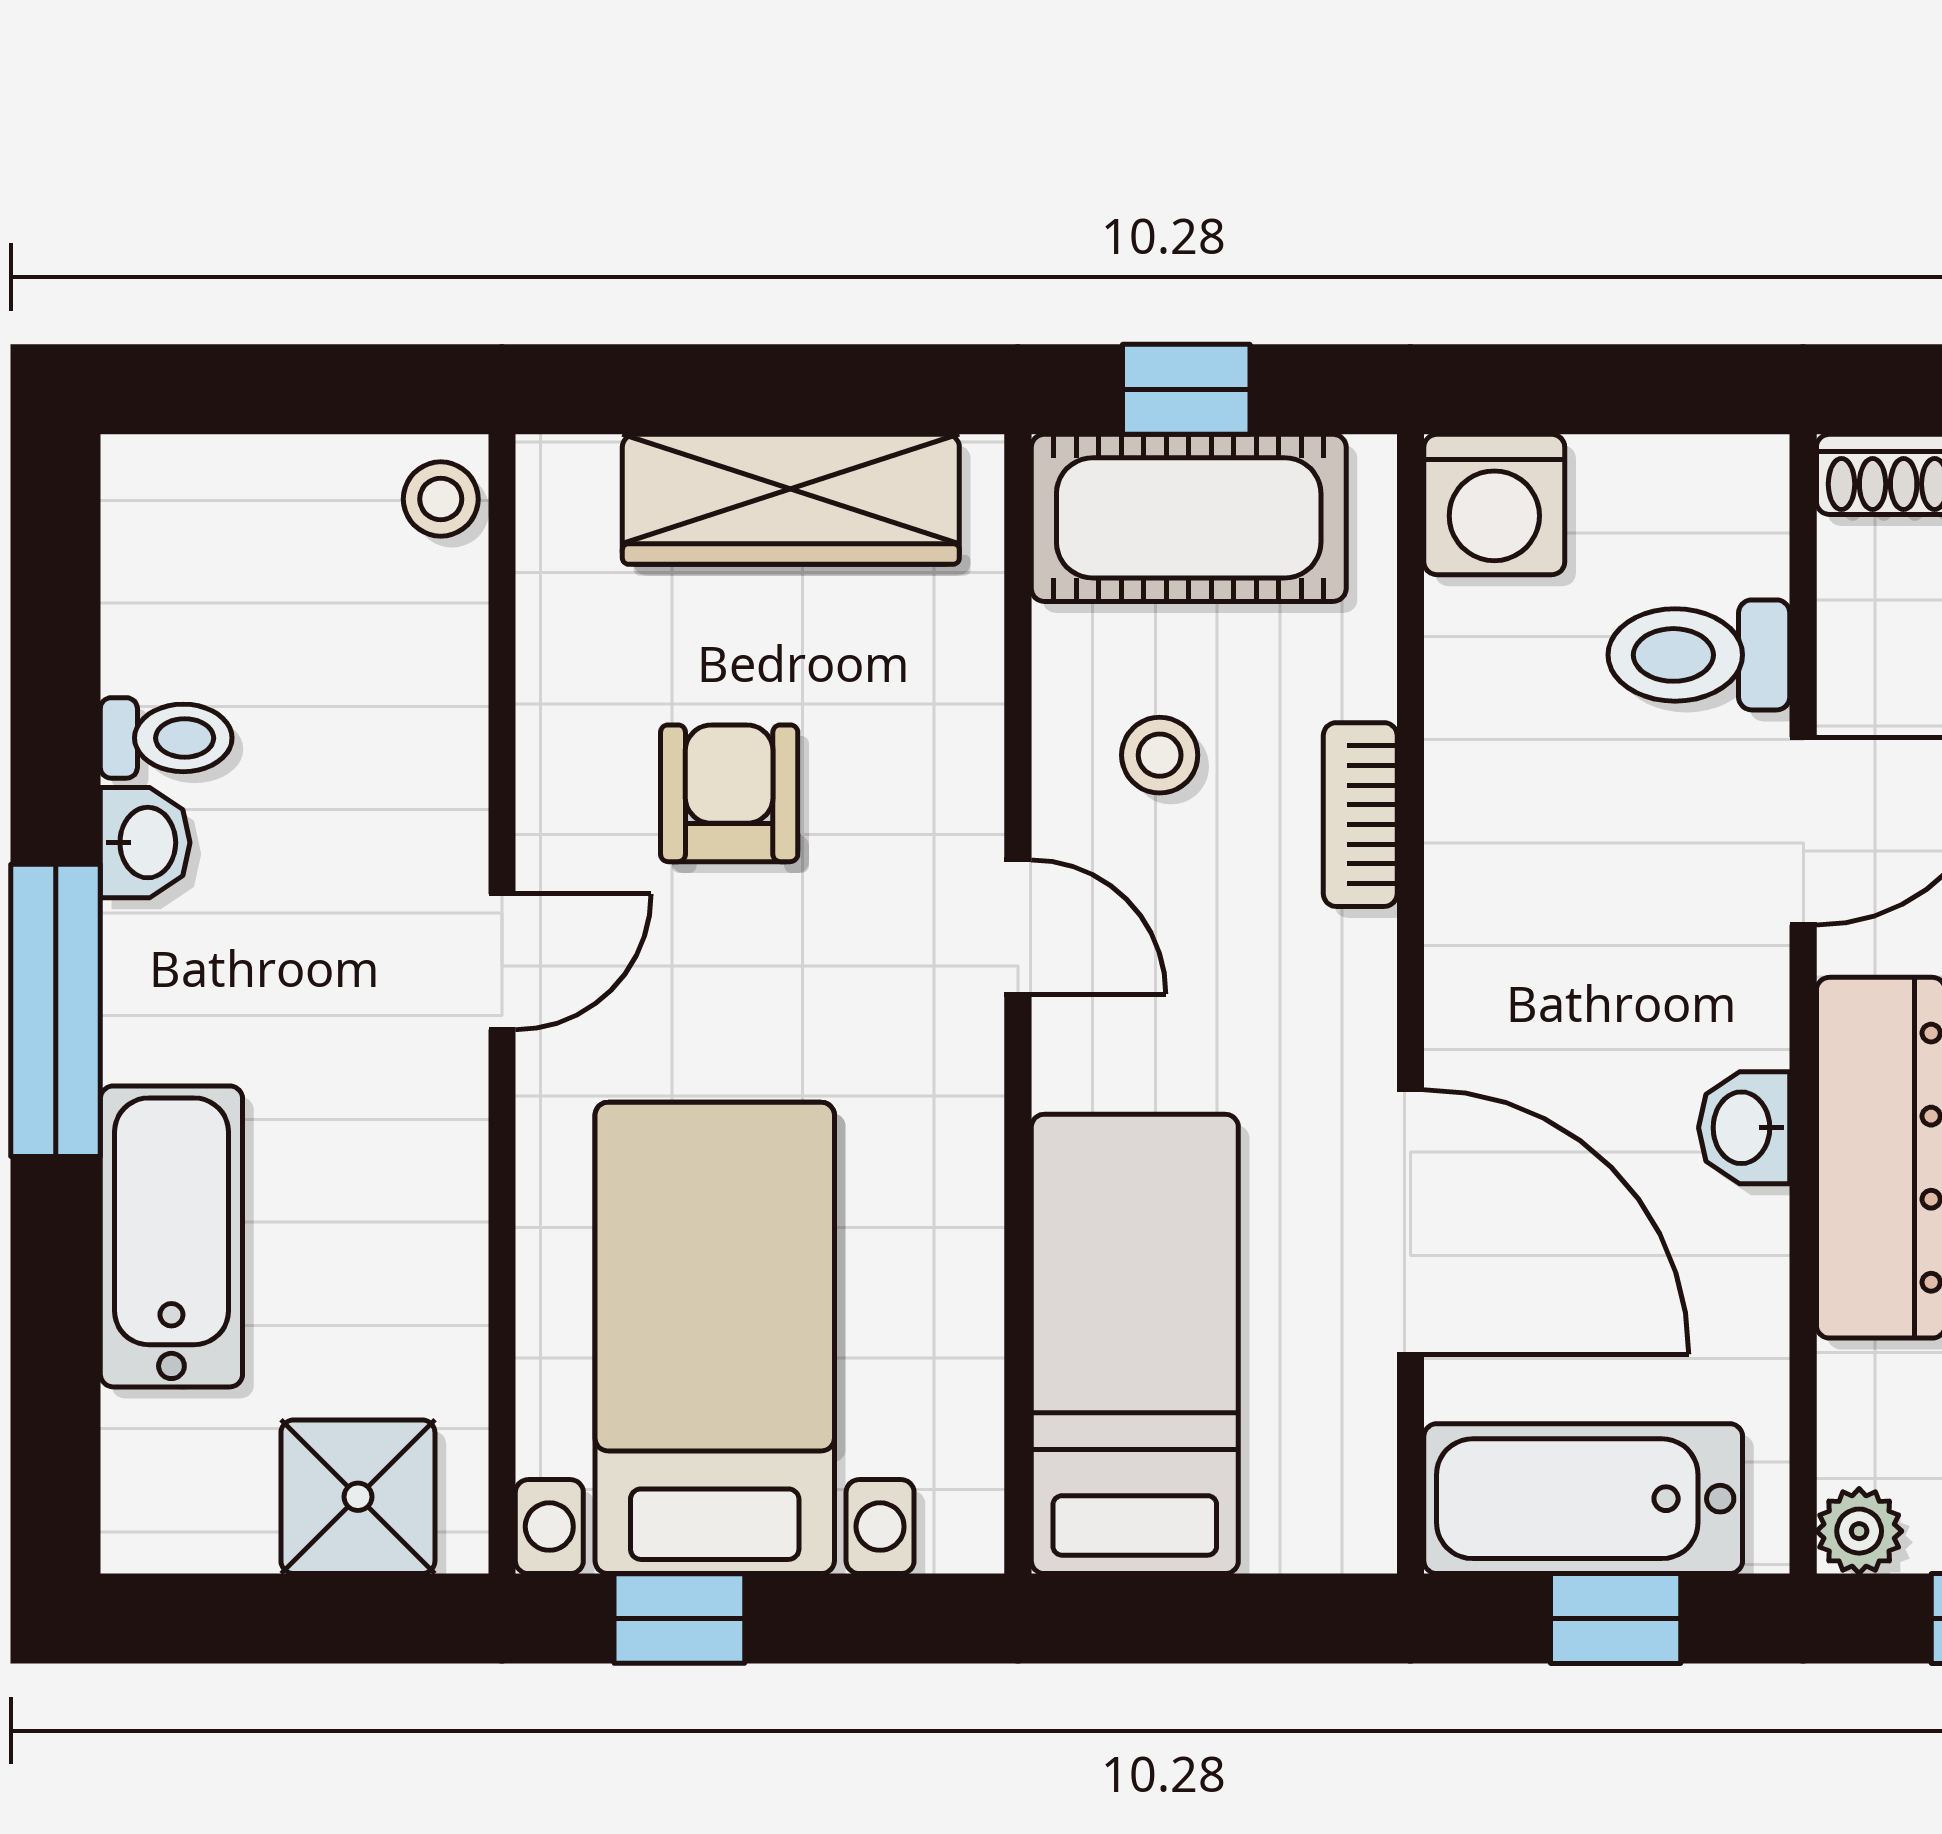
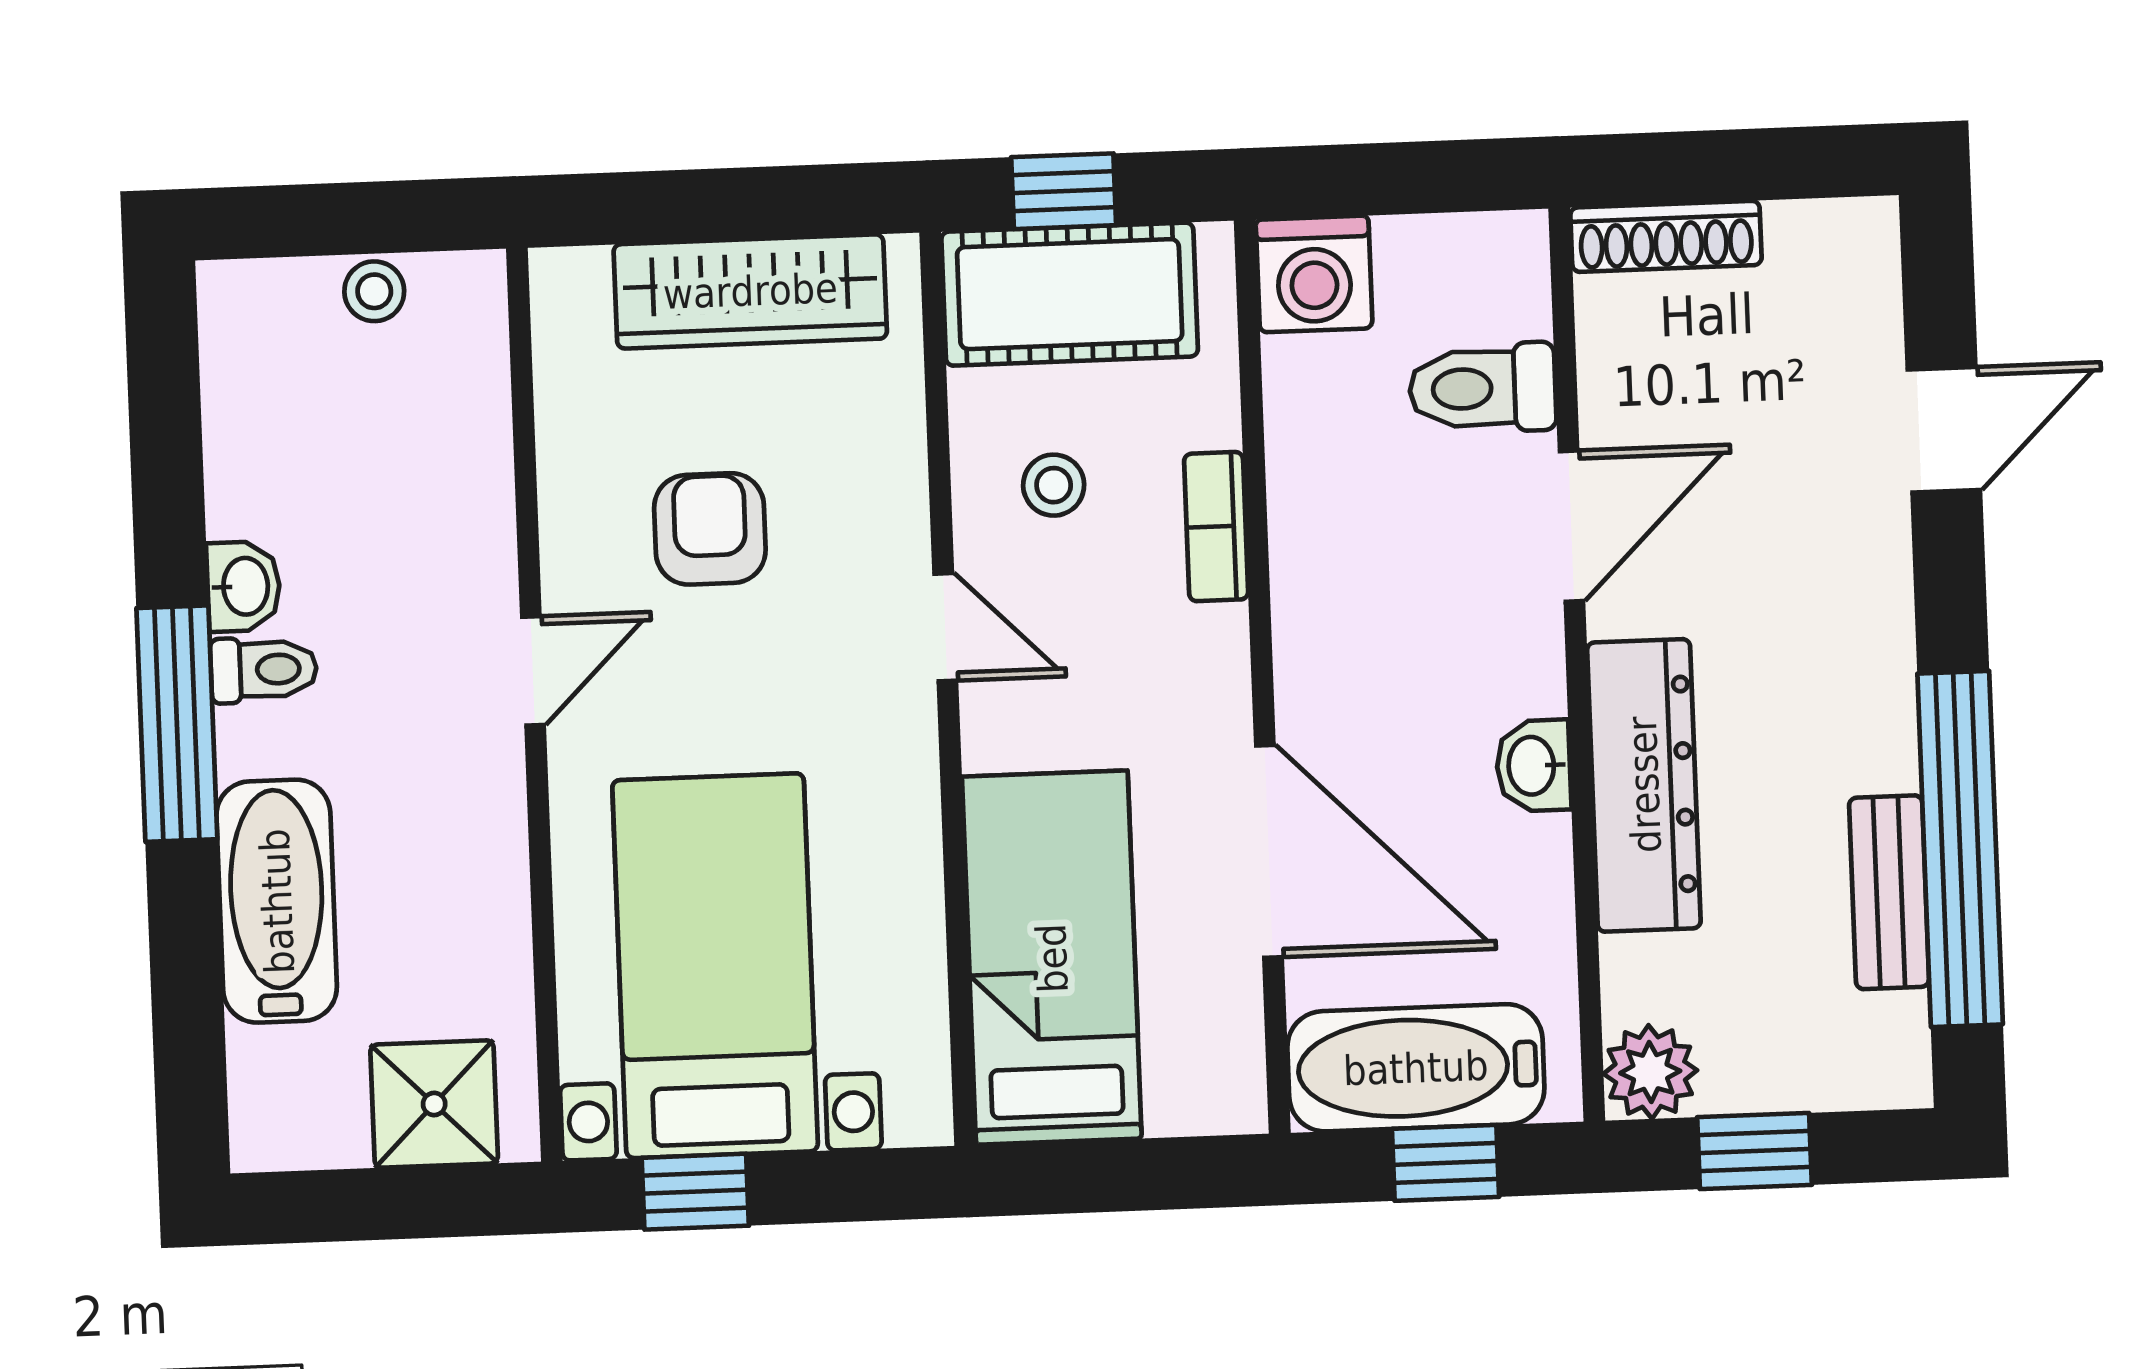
stool: (441, 499) -> (374, 291), moved
toilet: (166, 738) -> (264, 670), moved
plant: (1859, 1531) -> (1650, 1072), width x1.38, depth x1.38

